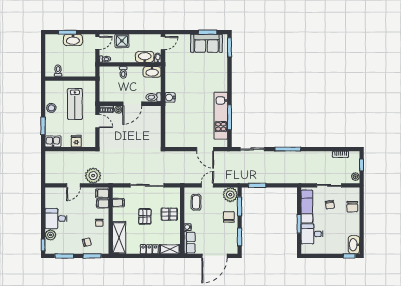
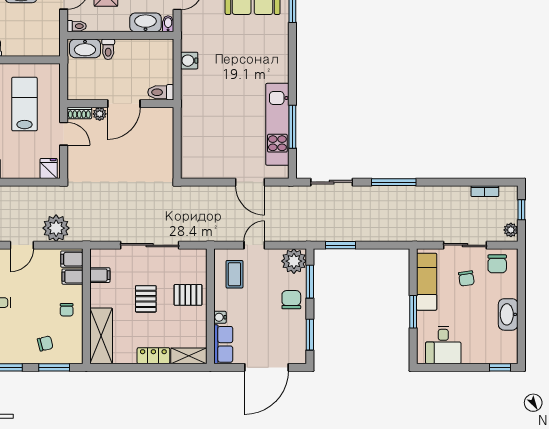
washbasin: (152, 72) -> (85, 48), moved
water cooler: (170, 97) -> (189, 61), moved
lab bench: (75, 104) -> (24, 104), turned 180
fridge: (76, 141) -> (49, 169), moved
chair: (352, 207) -> (497, 264), moved
desk: (312, 234) -> (443, 345), moved, turned -90
washbasin: (354, 245) -> (508, 314), moved

